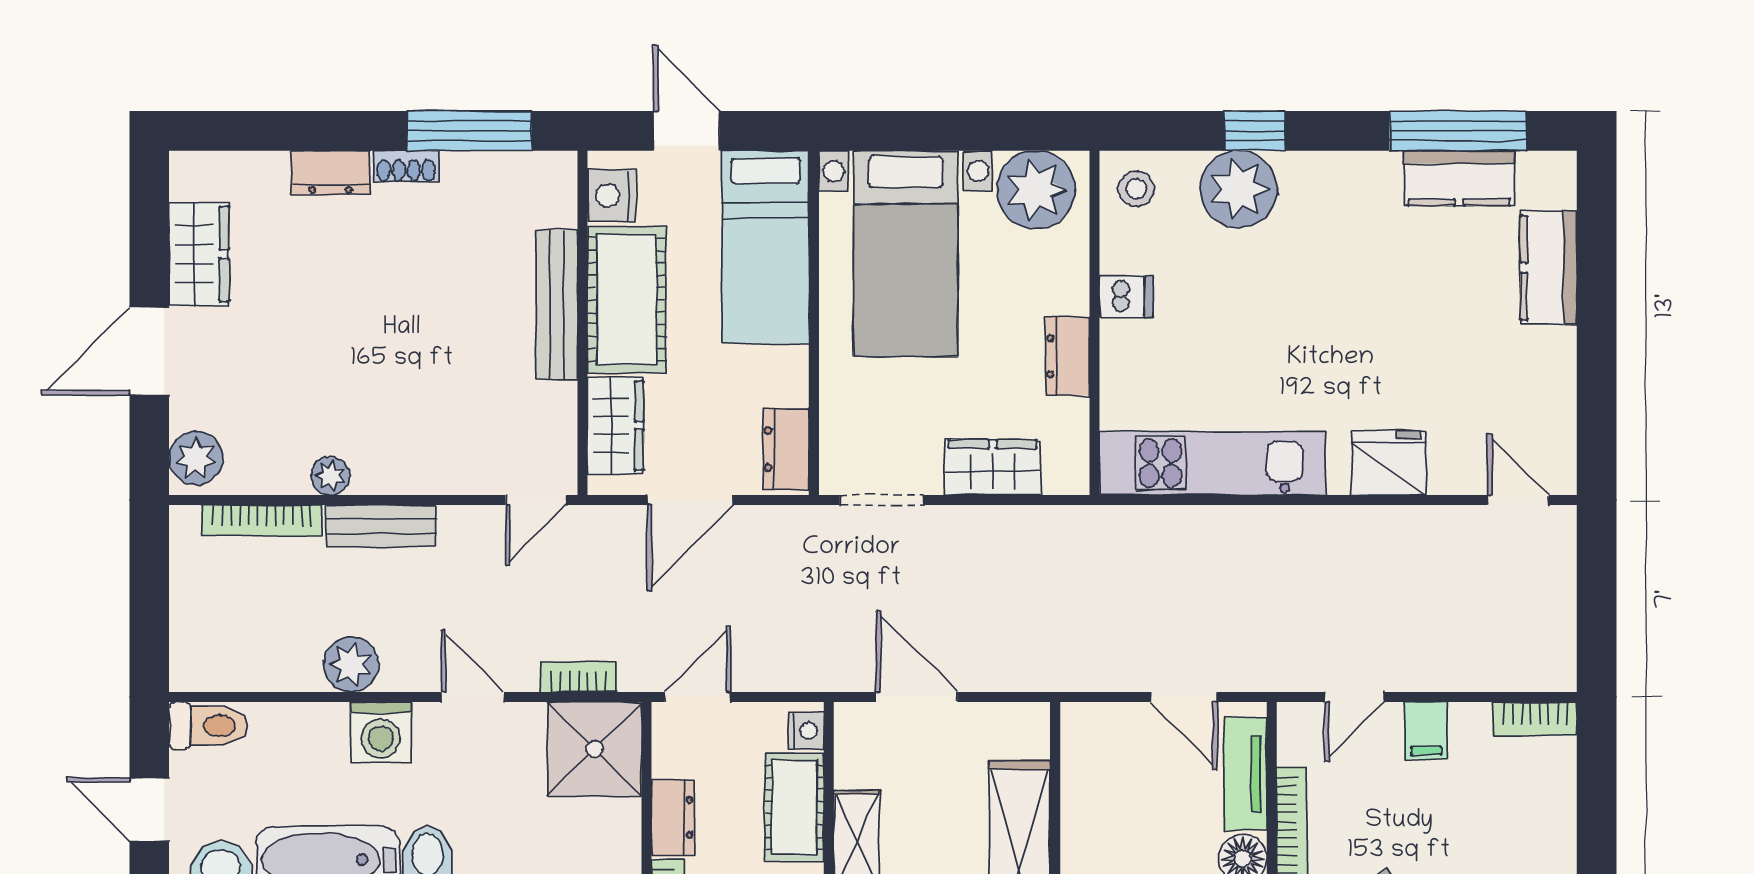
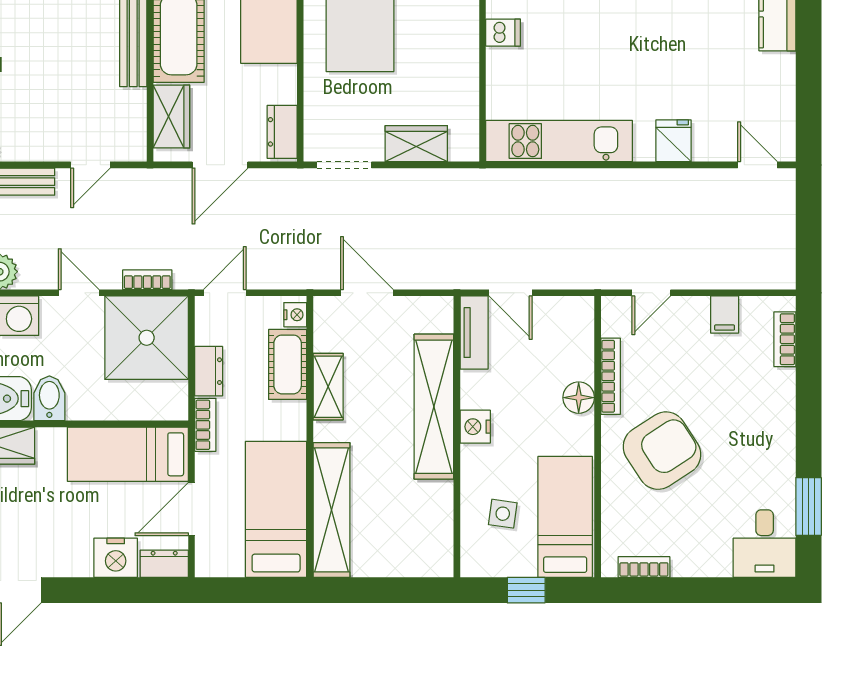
dresser: (1068, 356) -> (465, 71), removed
fridge: (1389, 463) -> (674, 141), width x0.72
door: (536, 500) -> (90, 165), moved
door: (1184, 697) -> (510, 293), moved
bookcase: (1535, 719) -> (785, 339), moved, turned 90
filing cabinet: (1426, 731) -> (725, 315), moved
shower: (595, 749) -> (147, 338), width x1.37, depth x1.37
tv unit: (1245, 774) -> (474, 333), moved, turned 180

